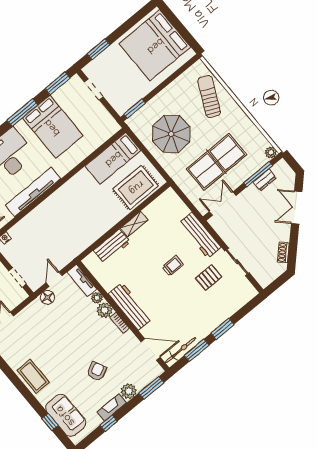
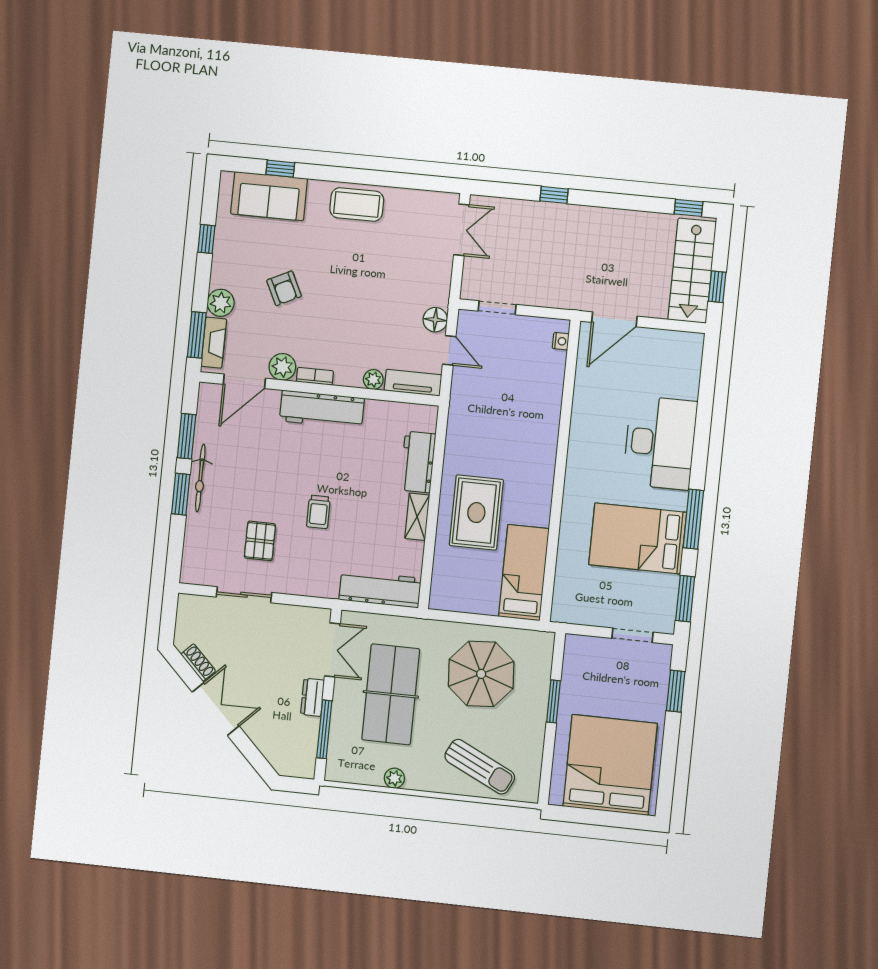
window: (135, 109) -> (553, 701), moved
plant: (271, 152) -> (394, 778), moved
dresser: (265, 180) -> (312, 697), moved
rug: (136, 187) -> (476, 513), moved
tv unit: (33, 192) -> (582, 433), removed
double door: (297, 208) -> (216, 709), moved
workbench: (200, 235) -> (380, 589), moved
plant: (105, 310) -> (282, 367), moved
bicycle: (180, 350) -> (200, 478), moved
fireplace: (112, 407) -> (214, 343), moved

